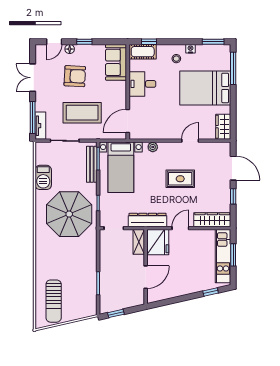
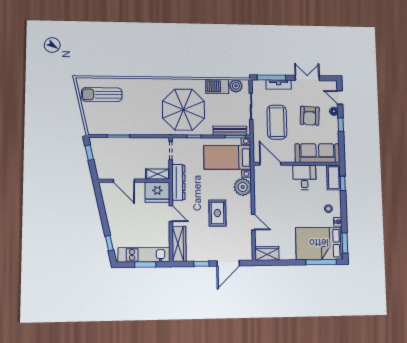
sofa: (116, 62) -> (317, 153), width x1.36
bed: (205, 88) -> (319, 243), moved, turned -90
tv unit: (40, 126) -> (279, 85), moved
plant: (153, 147) -> (243, 187), width x1.88, depth x1.88
plant: (42, 157) -> (236, 86), added

